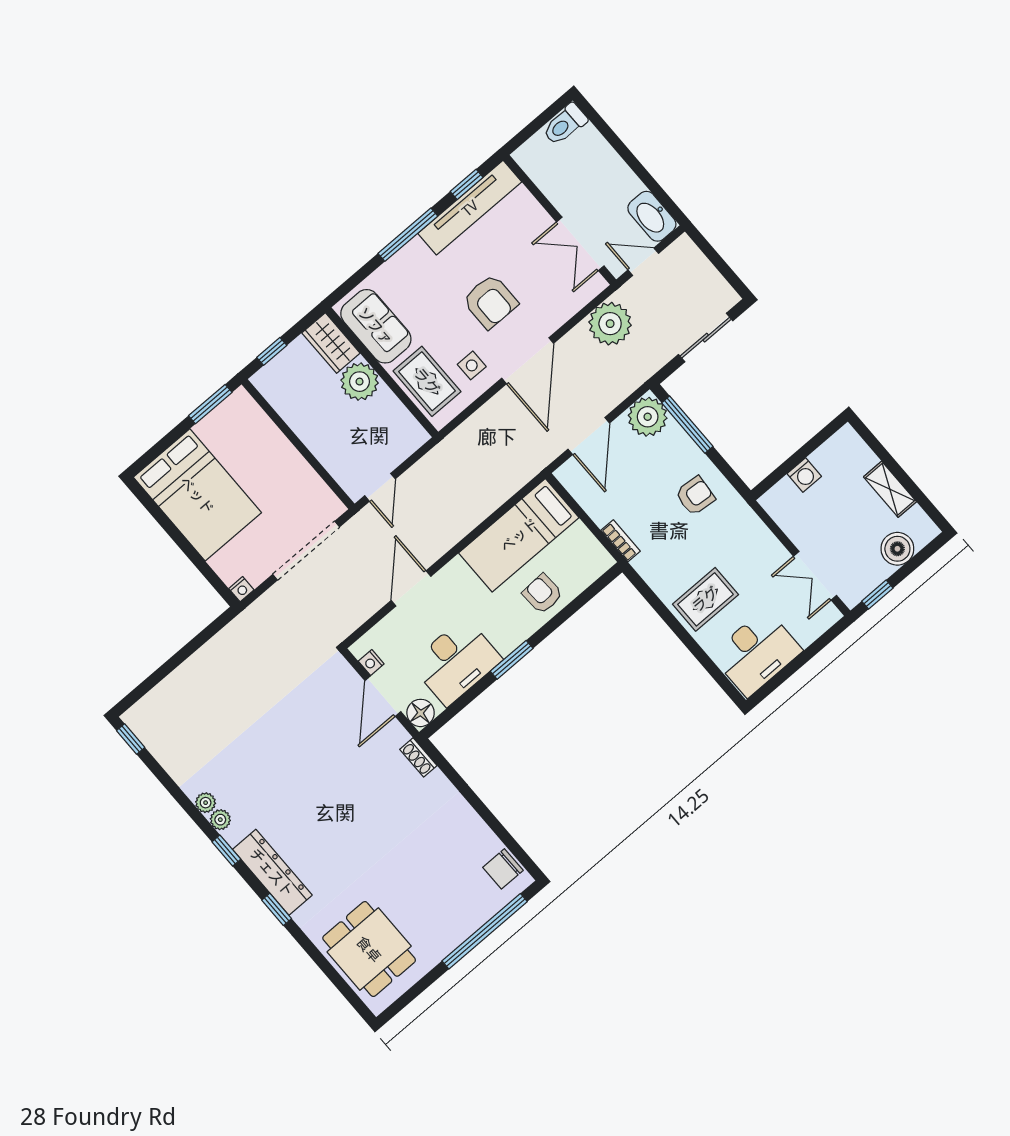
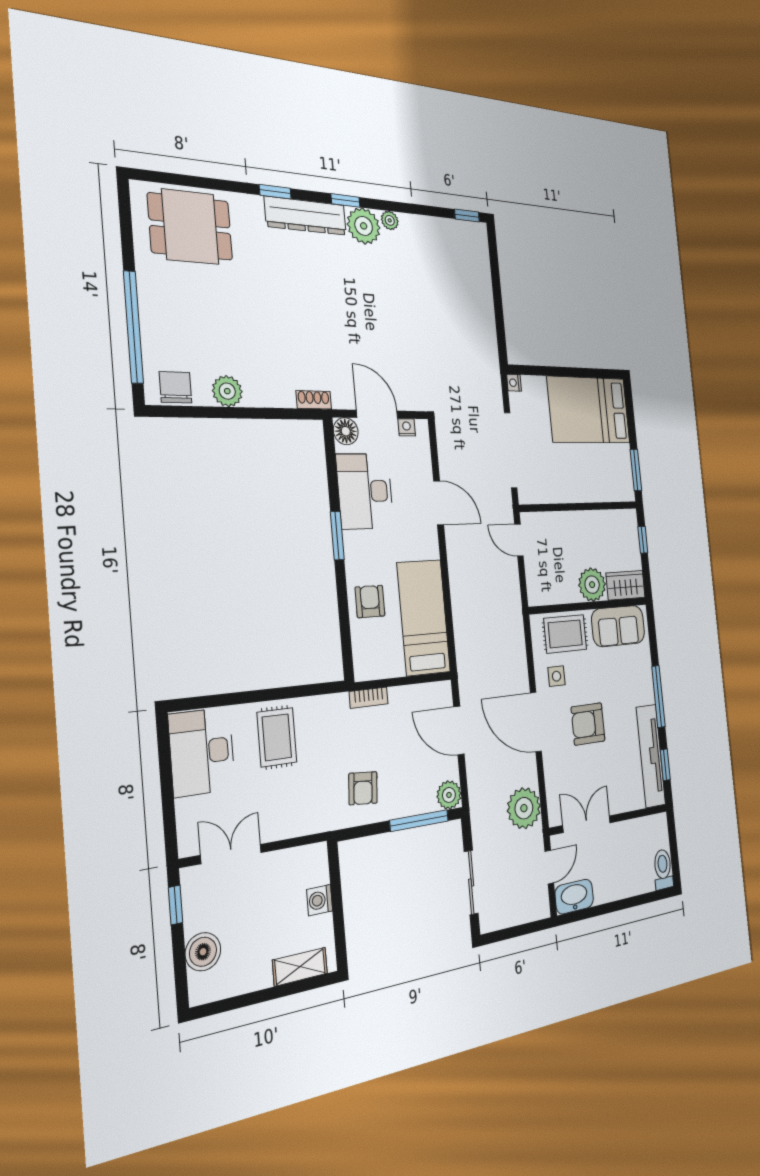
plant: (648, 417) -> (449, 795), width x0.73, depth x0.73
shelving: (890, 489) -> (300, 967), moved
armchair: (543, 594) -> (370, 601), turned -87
plant: (220, 820) -> (364, 226), width x1.88, depth x1.88
plant: (472, 829) -> (227, 391), added

